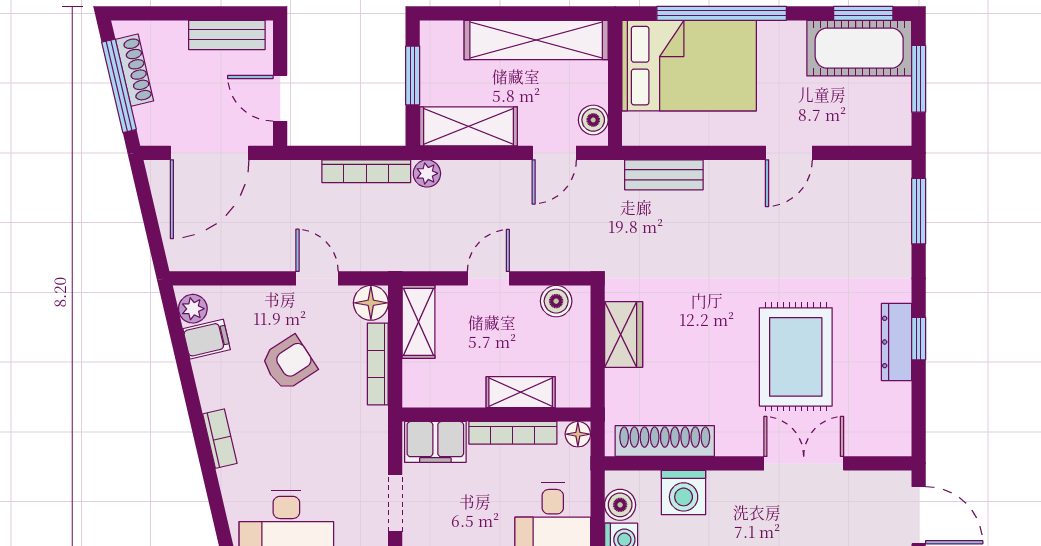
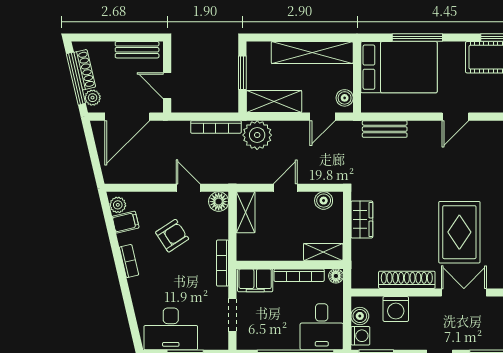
window: (722, 13) -> (417, 37), width x0.68
plant: (148, 119) -> (93, 98), added
plant: (427, 173) -> (257, 135), width x1.87, depth x1.87
bookcase: (378, 364) -> (223, 263), moved
shelving: (521, 392) -> (323, 252), moved
bookcase: (220, 439) -> (129, 261), moved
shoe rack: (665, 441) -> (407, 280), moved

